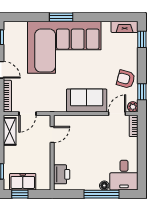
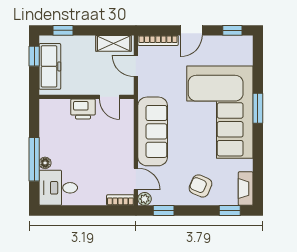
armchair: (126, 79) -> (200, 186), moved, turned -82
sofa: (87, 100) -> (153, 131), width x1.36
printer: (62, 174) -> (83, 109), moved
freezer: (23, 182) -> (50, 66), width x1.40

